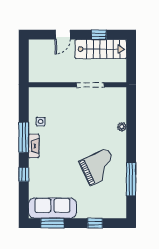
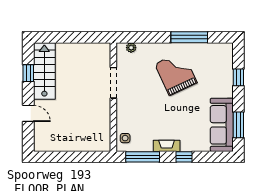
wall: (77, 85) -> (113, 97), moved
doorway: (90, 85) -> (113, 83), moved
fireplace: (34, 146) -> (167, 146), moved

